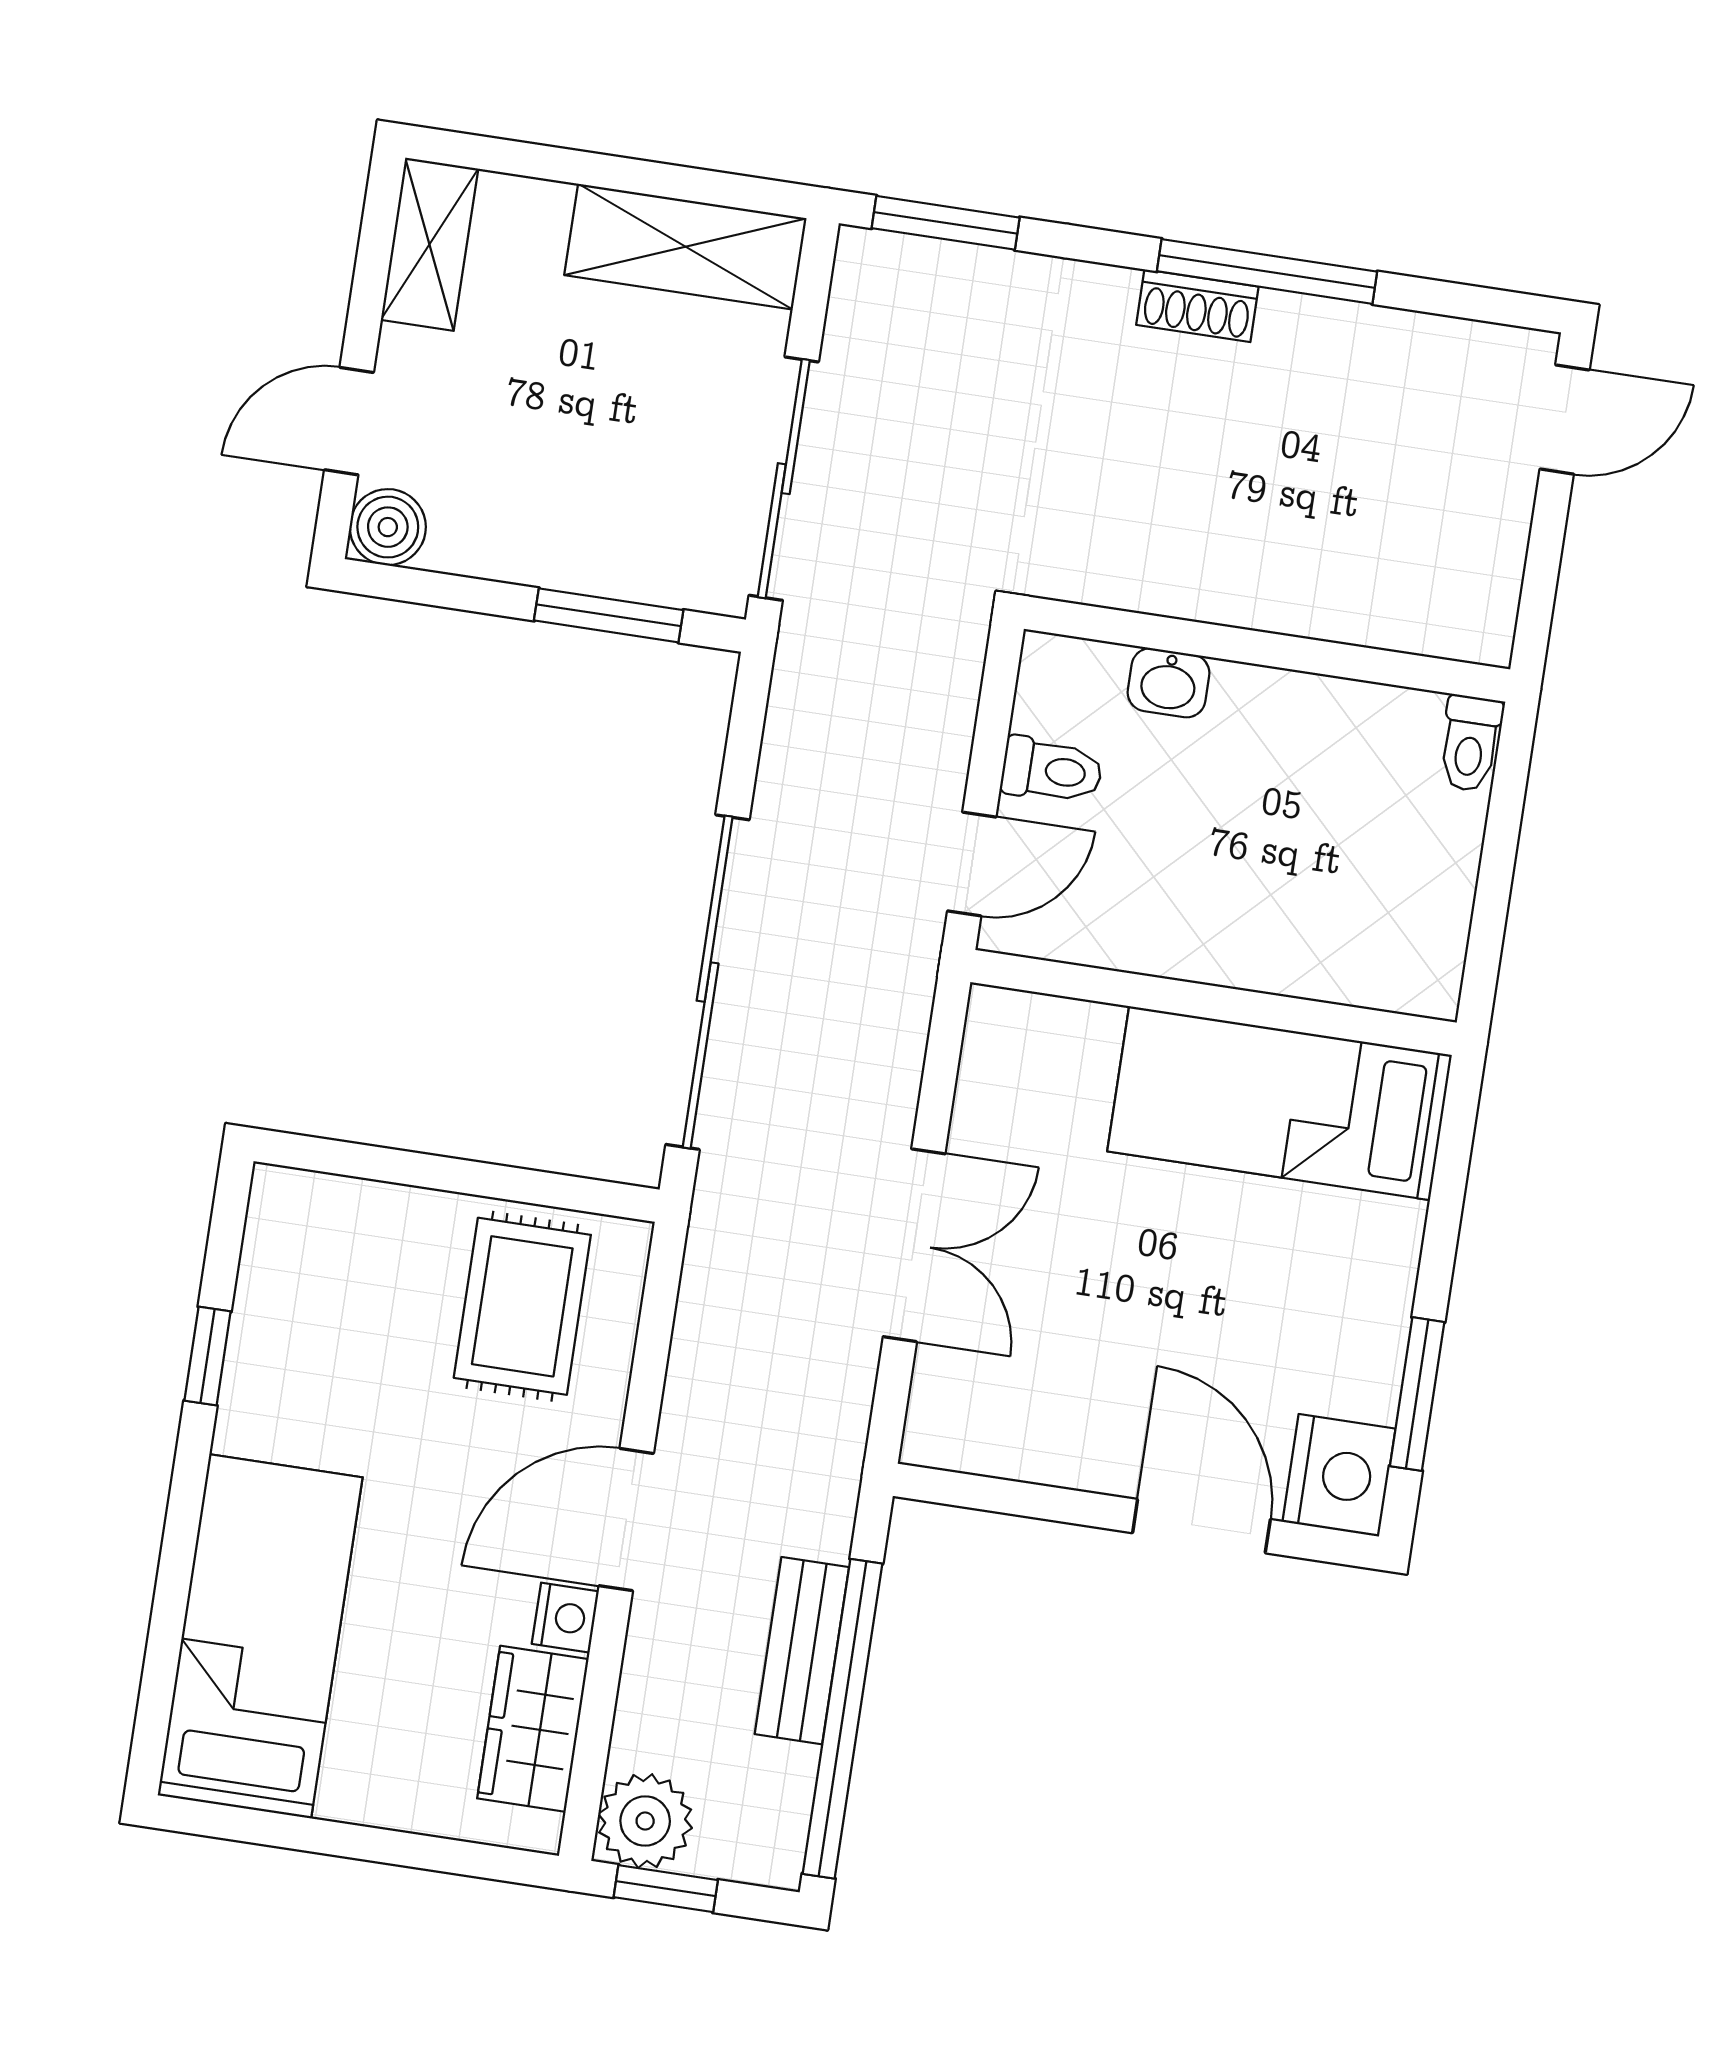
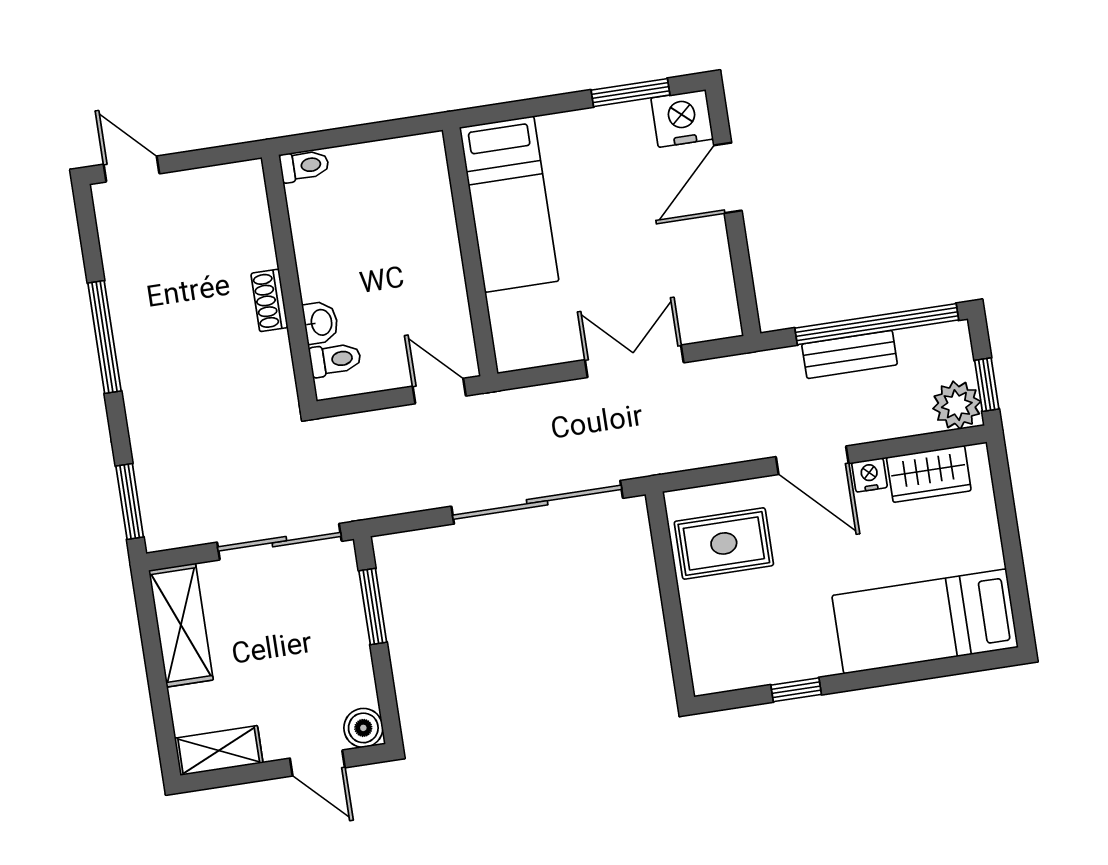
shoe rack: (1197, 306) -> (269, 300), moved, turned 180
toilet: (1052, 770) -> (335, 359), moved, turned 90

